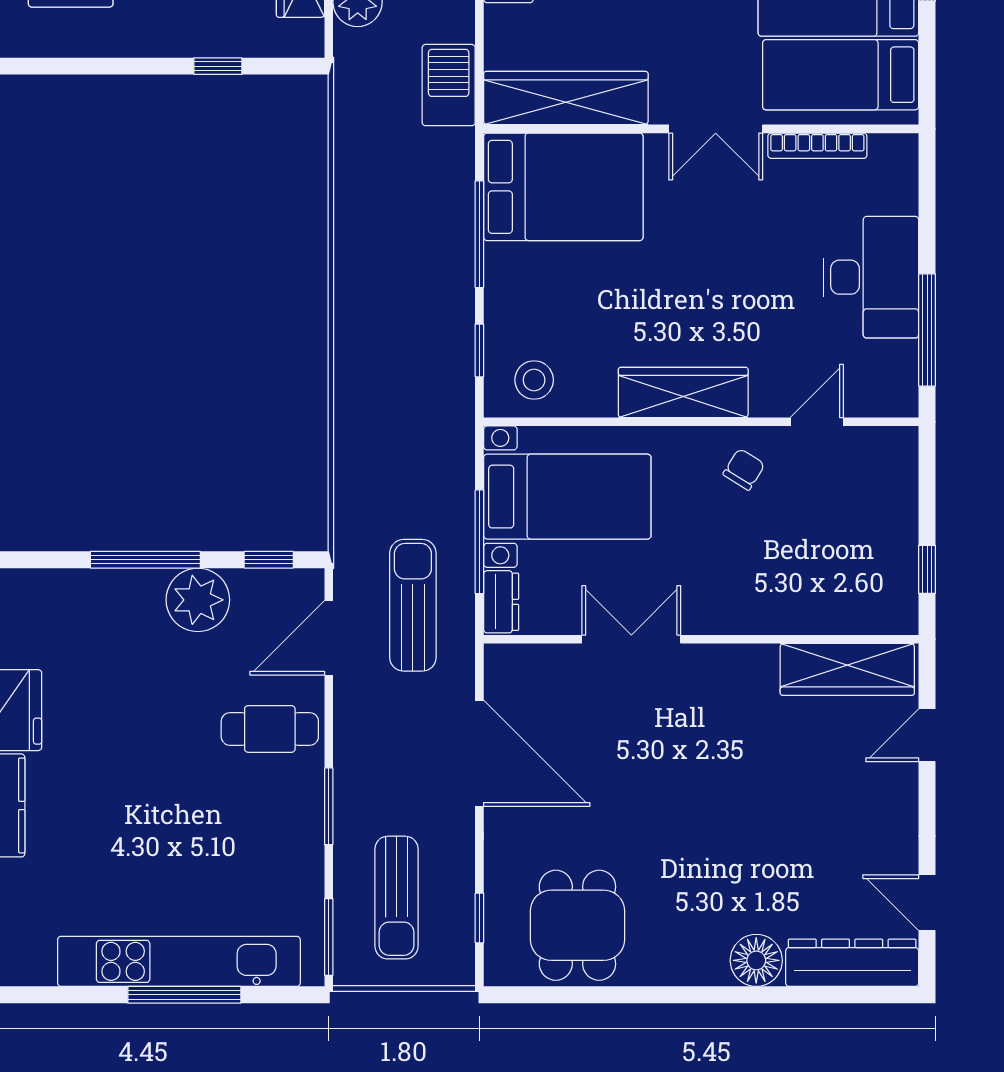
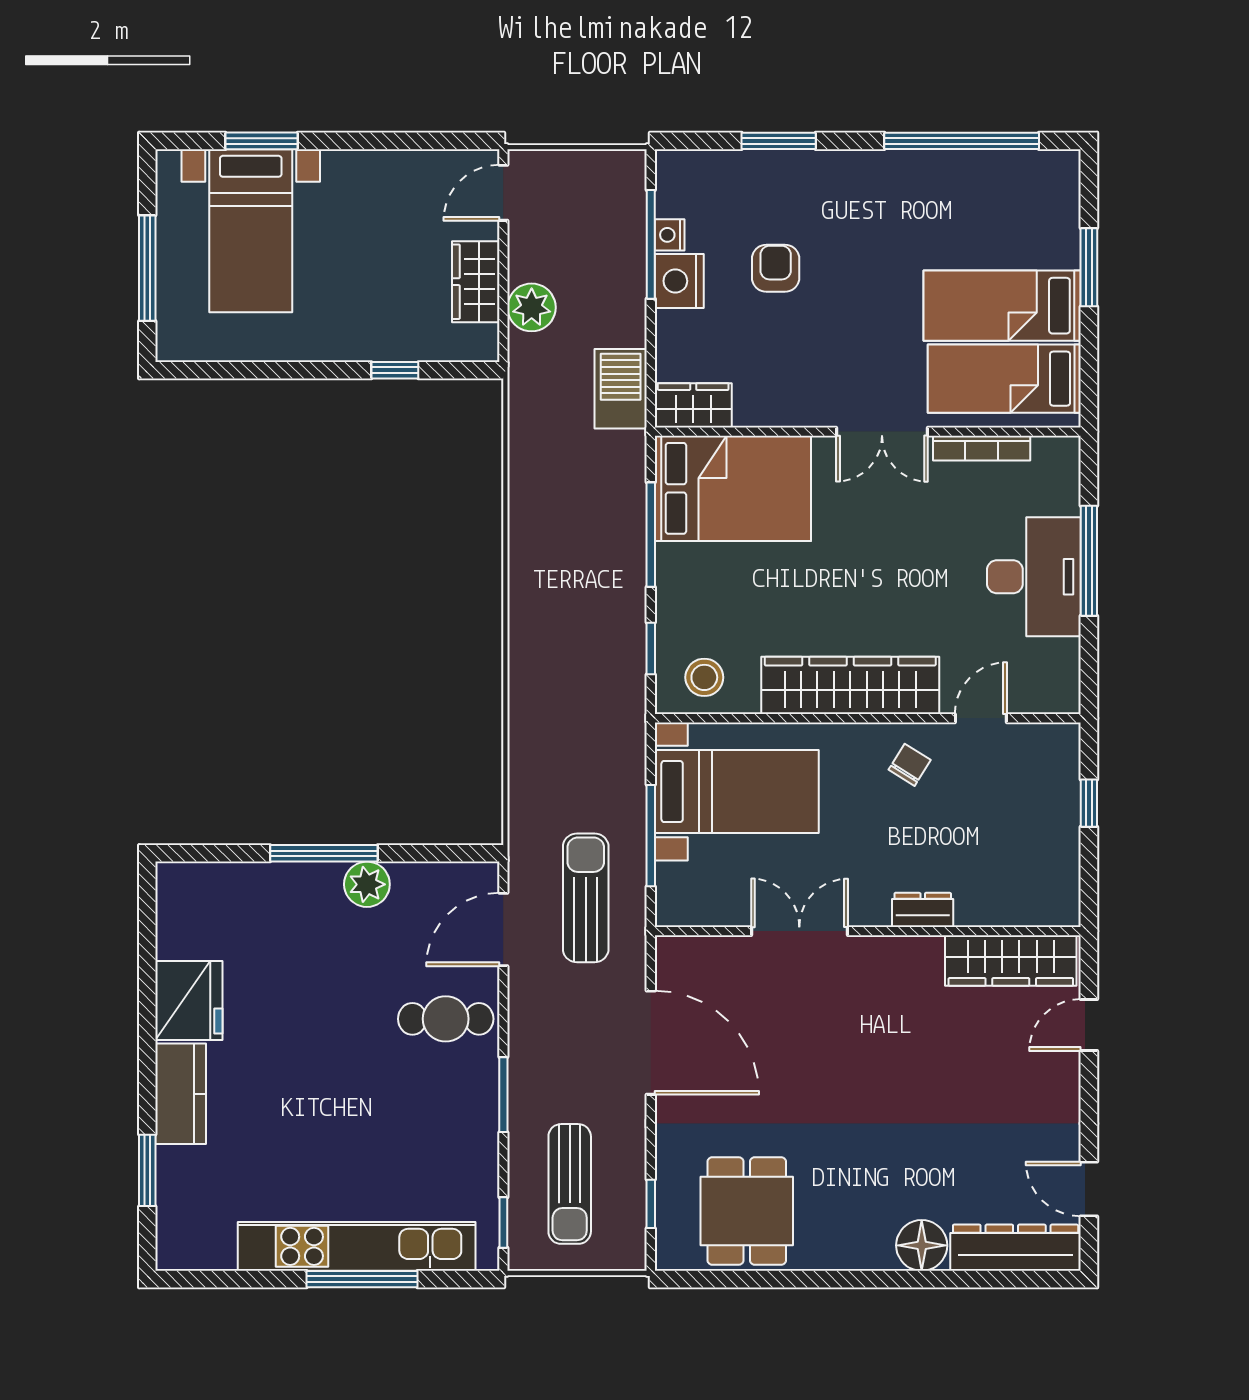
wardrobe: (566, 98) -> (693, 405), width x0.48, depth x0.85
window: (927, 330) -> (1089, 561), moved
wardrobe: (683, 392) -> (850, 685), width x1.40, depth x1.17
window: (269, 560) -> (445, 853), removed
window: (927, 569) -> (1089, 803), moved
plant: (198, 600) -> (367, 884), width x0.73, depth x0.73
dresser: (501, 602) -> (923, 910), moved, turned -90
window: (329, 937) -> (503, 1223), width x0.67

